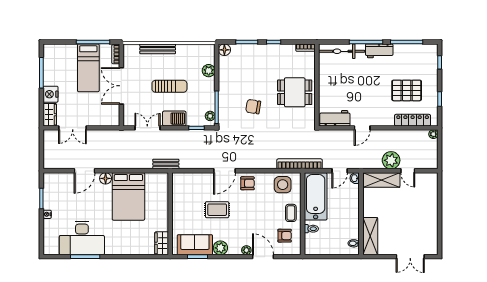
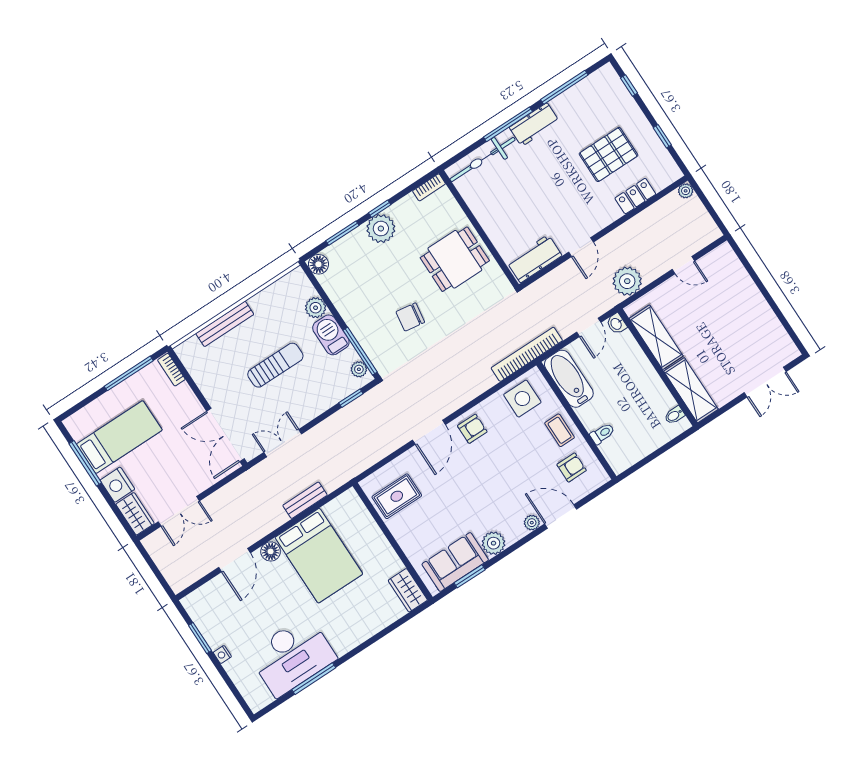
plant: (268, 52) -> (381, 229), added
bed: (88, 68) -> (119, 437), moved, turned -90
double door: (121, 86) -> (226, 435), moved
barbecue: (174, 119) -> (331, 335), moved, turned -90
locker: (413, 120) -> (635, 196), width x0.66
plant: (391, 160) -> (627, 281), moved
bench: (166, 164) -> (305, 500), moved
shelving: (381, 180) -> (656, 337), moved, turned 90
bathtub: (316, 196) -> (569, 379), width x0.73, depth x0.73
rug: (217, 210) -> (397, 496), moved

